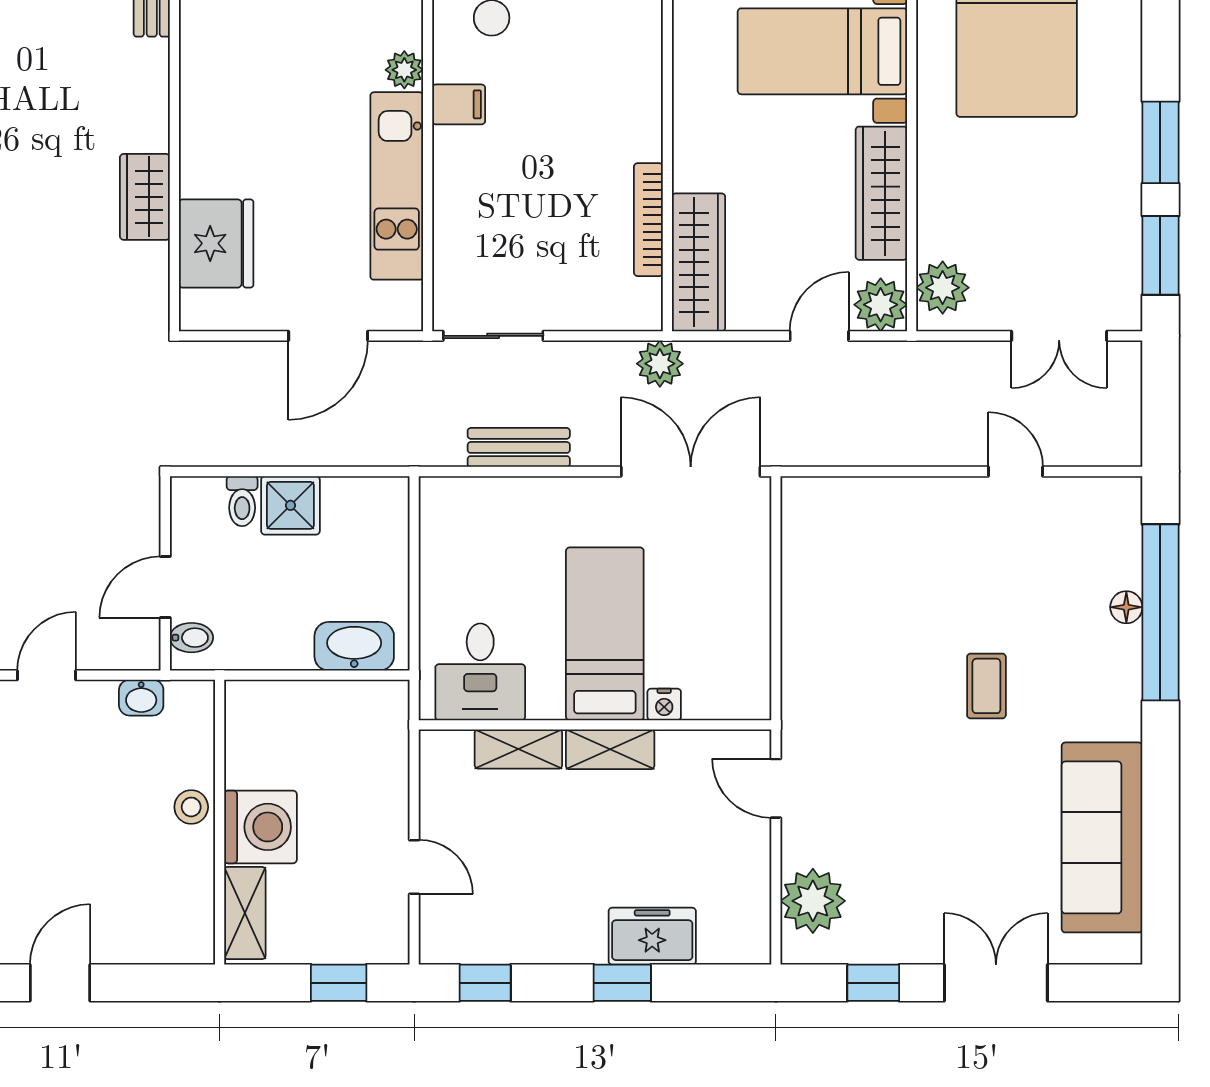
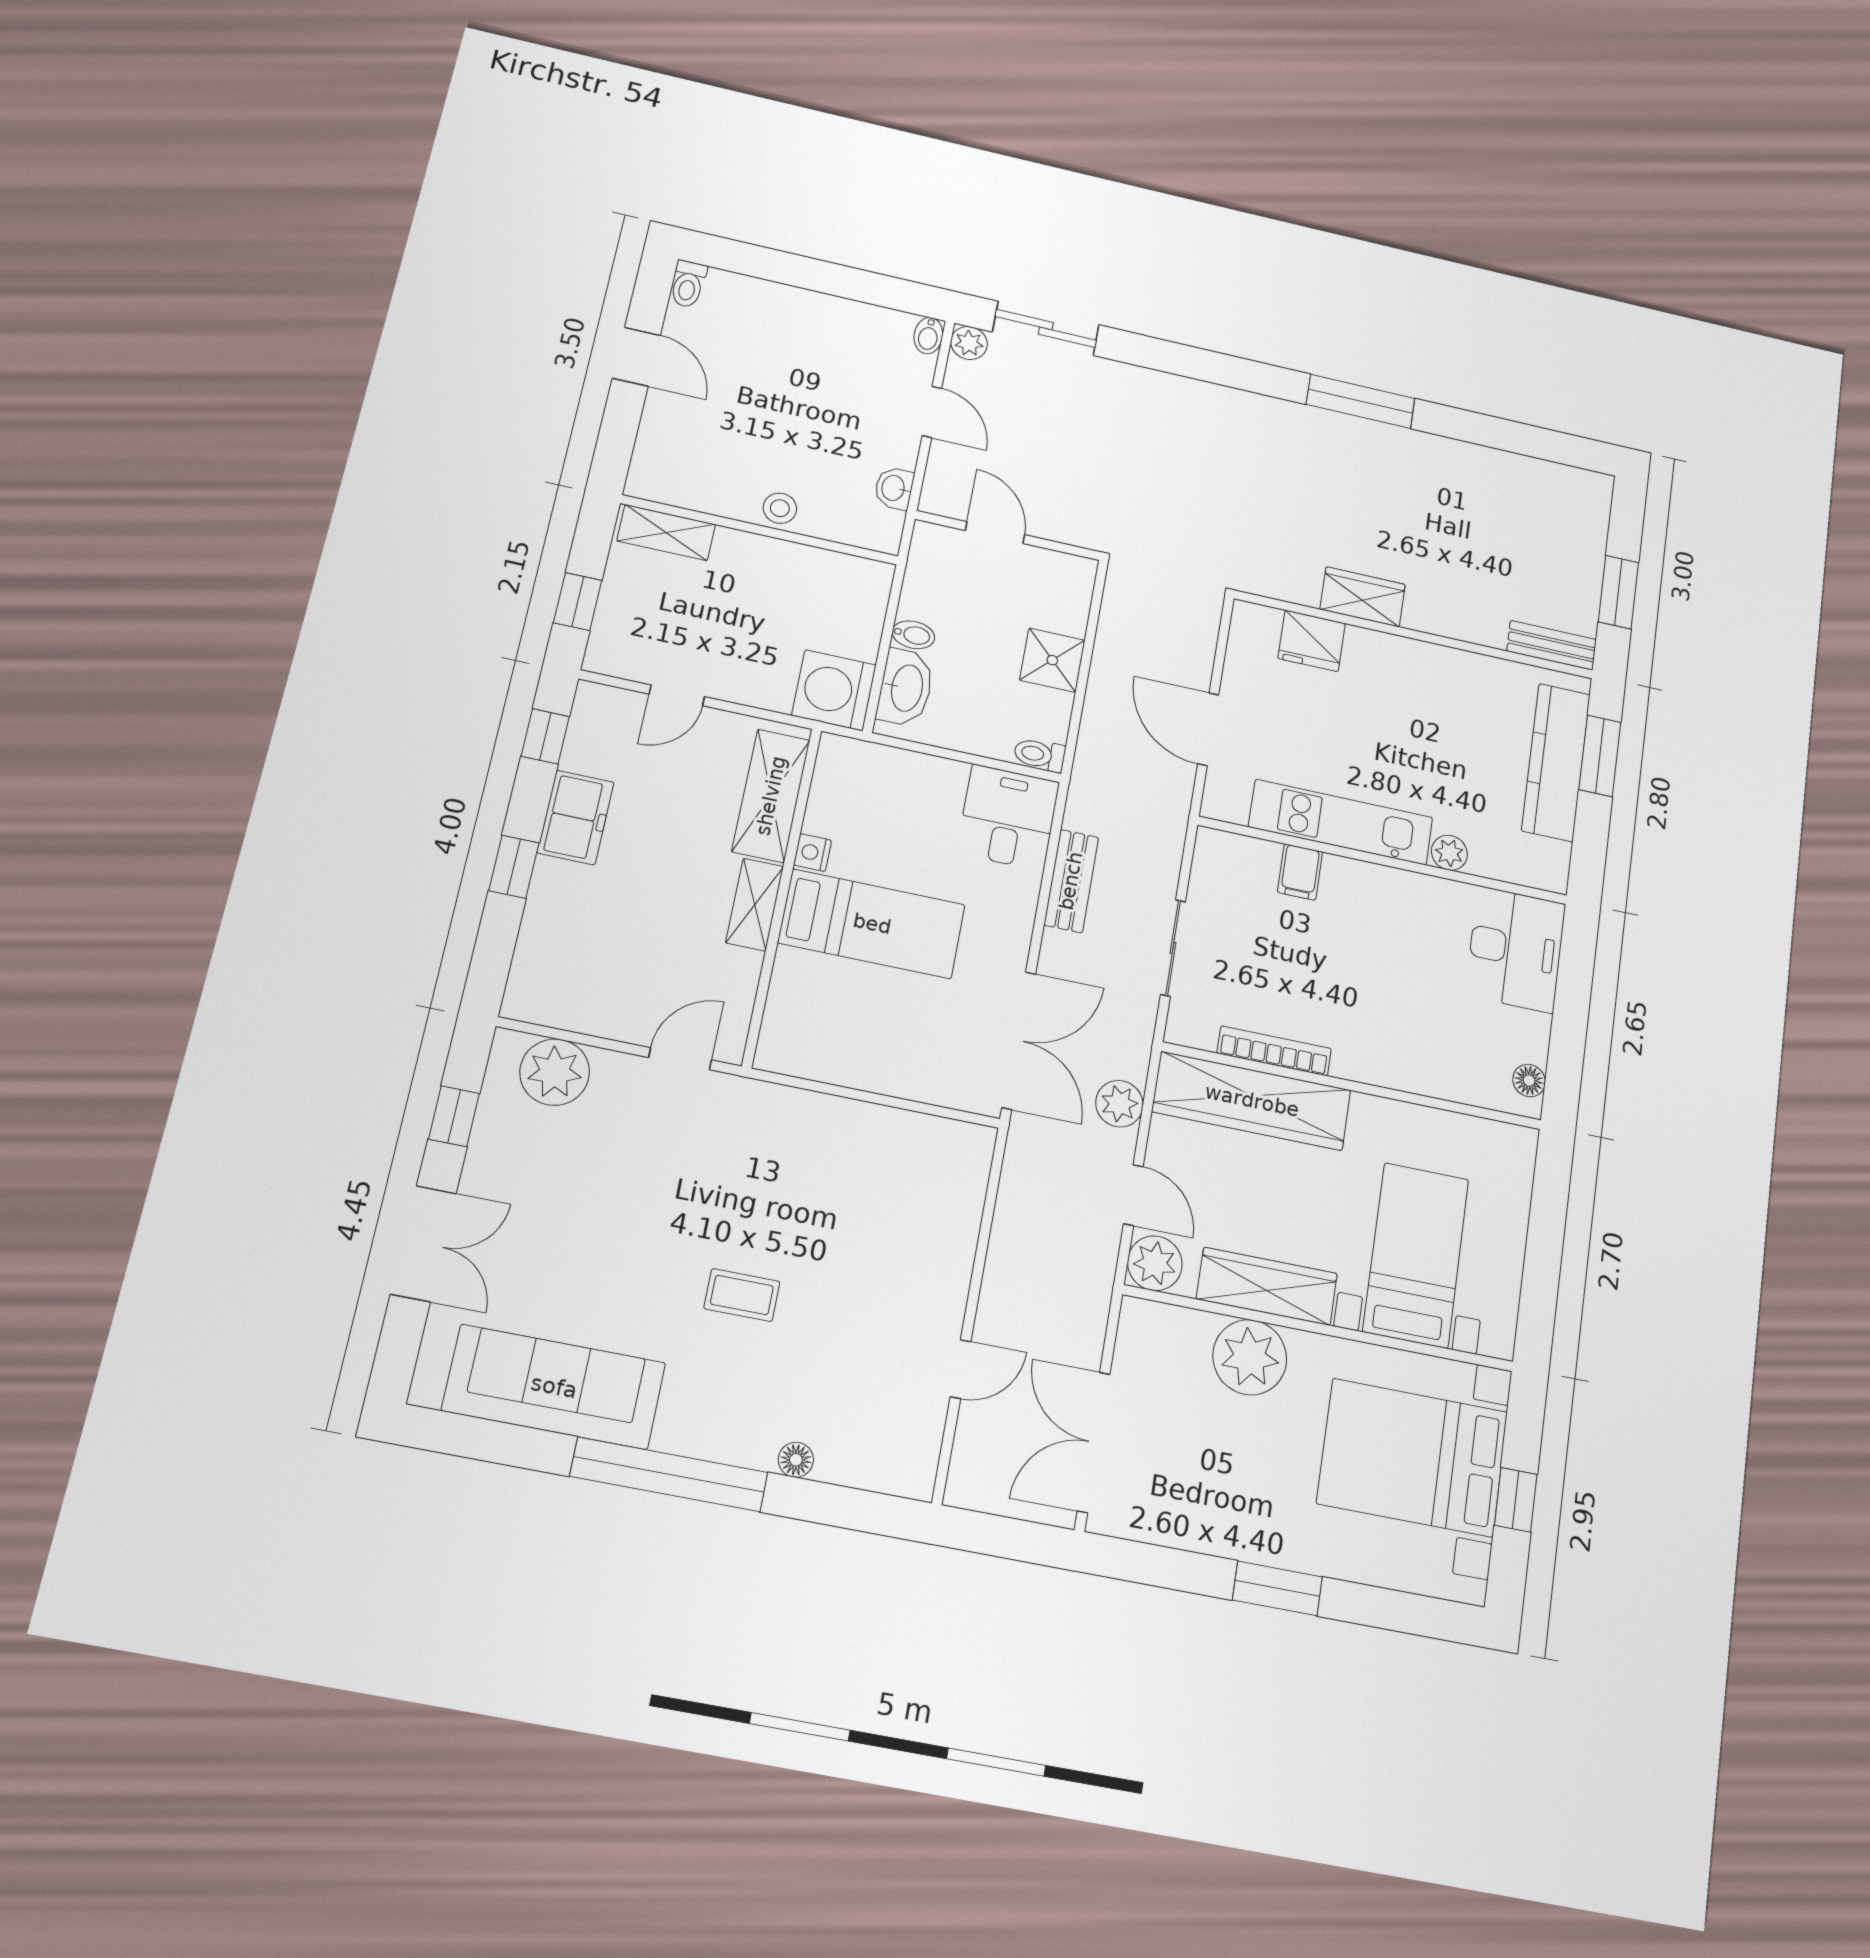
filing cabinet: (459, 104) -> (1300, 872), moved
fridge: (216, 243) -> (1312, 641), width x0.73, depth x0.75
window: (1160, 255) -> (1160, 1566), removed
wardrobe: (699, 262) -> (1252, 1101), width x1.40, depth x1.17
plant: (943, 288) -> (1250, 1357), moved, width x1.36, depth x1.36
sliding door: (493, 336) -> (1173, 948), moved
double door: (1059, 336) -> (1094, 1442), width x1.37
plant: (660, 364) -> (1119, 1104), moved
toilet: (242, 501) -> (1039, 755), moved
window: (1160, 612) -> (669, 1474), moved
bidet: (191, 638) -> (913, 635), moved, turned -90
desk: (480, 672) -> (1008, 818), moved, turned 90
nightstand: (664, 704) -> (812, 853), moved
shelving: (518, 749) -> (771, 796), width x1.50, depth x1.33
washing machine: (260, 827) -> (834, 690), moved, turned 90
freezer: (652, 936) -> (576, 817), moved

